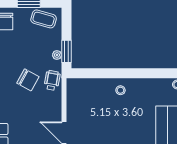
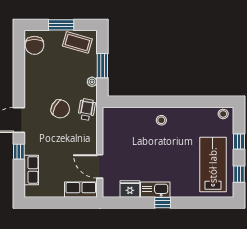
window: (66, 51) -> (102, 66), moved

